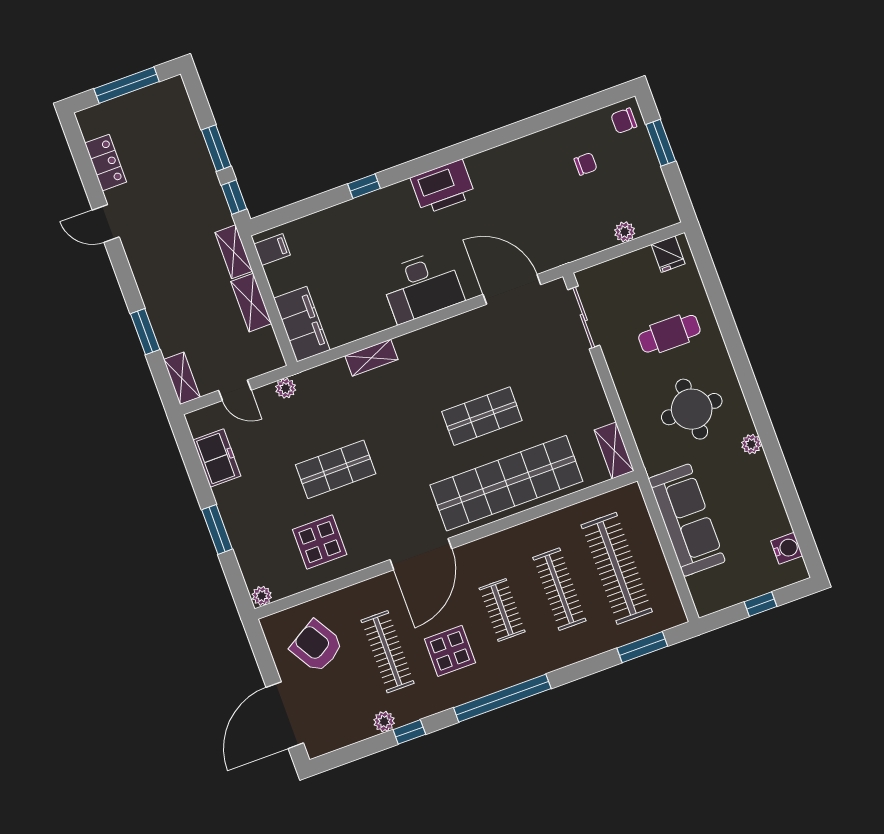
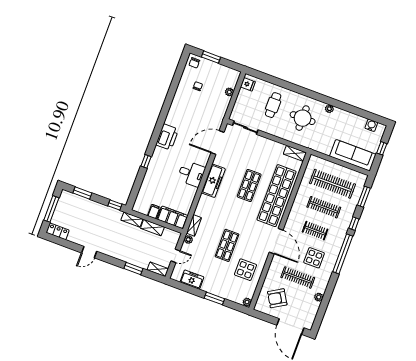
window: (216, 148) -> (82, 193), moved
locker: (106, 163) -> (58, 231), moved
filing cabinet: (272, 249) -> (154, 212), moved
desk: (422, 286) -> (191, 174), width x0.73
freezer: (434, 342) -> (213, 181), added
shelving: (371, 358) -> (194, 225), moved
sofa: (687, 520) -> (353, 155), moved
window: (409, 732) -> (354, 224), moved

